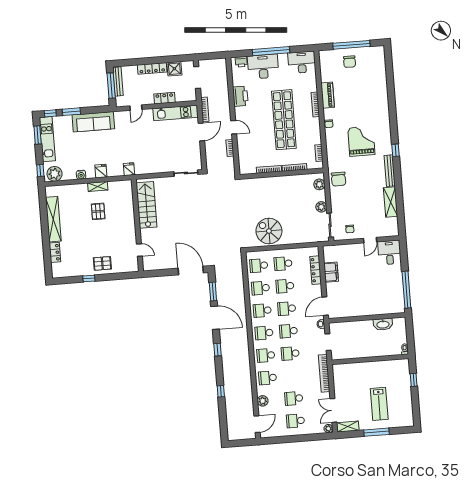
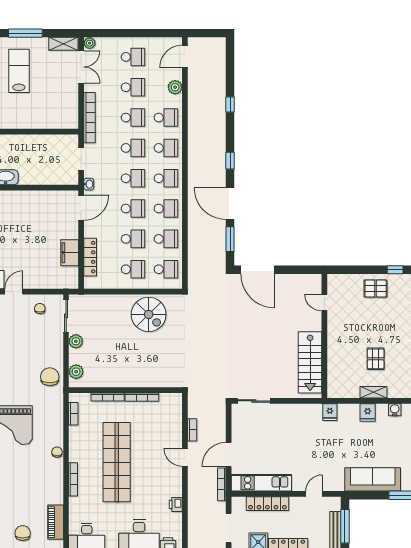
piano: (328, 95) -> (56, 522), moved
printer: (240, 96) -> (176, 504), width x0.53, depth x0.68
locker: (164, 98) -> (267, 504), width x1.53
school desk: (292, 376) -> (133, 118), added

